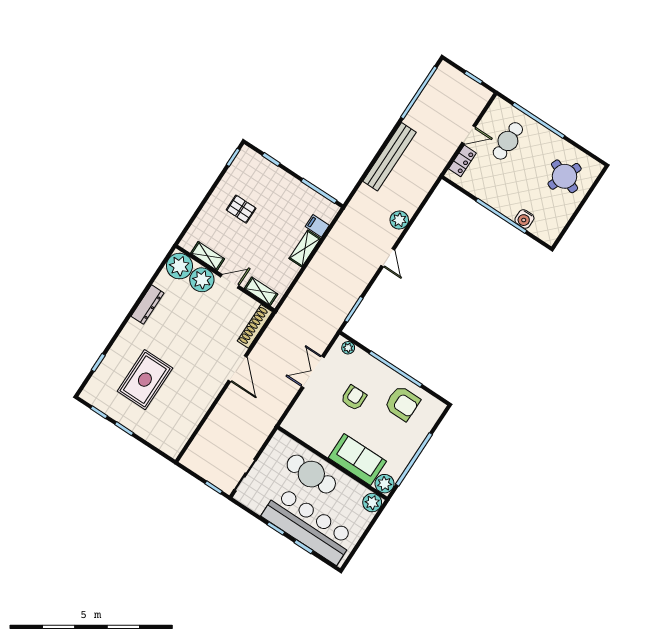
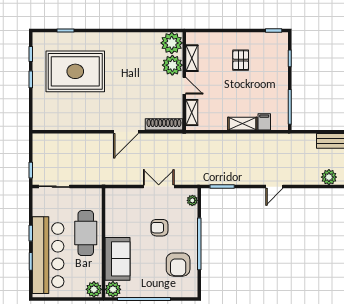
plant: (399, 220) -> (329, 177), moved
dresser: (148, 305) -> (130, 38), removed
rug: (145, 380) -> (75, 71), width x1.37, depth x1.44
armchair: (354, 398) -> (159, 228), turned 180

